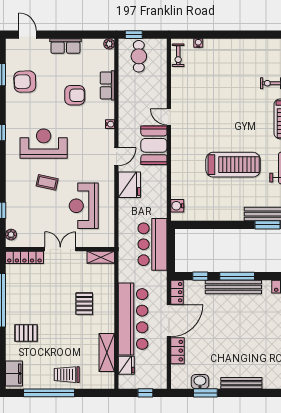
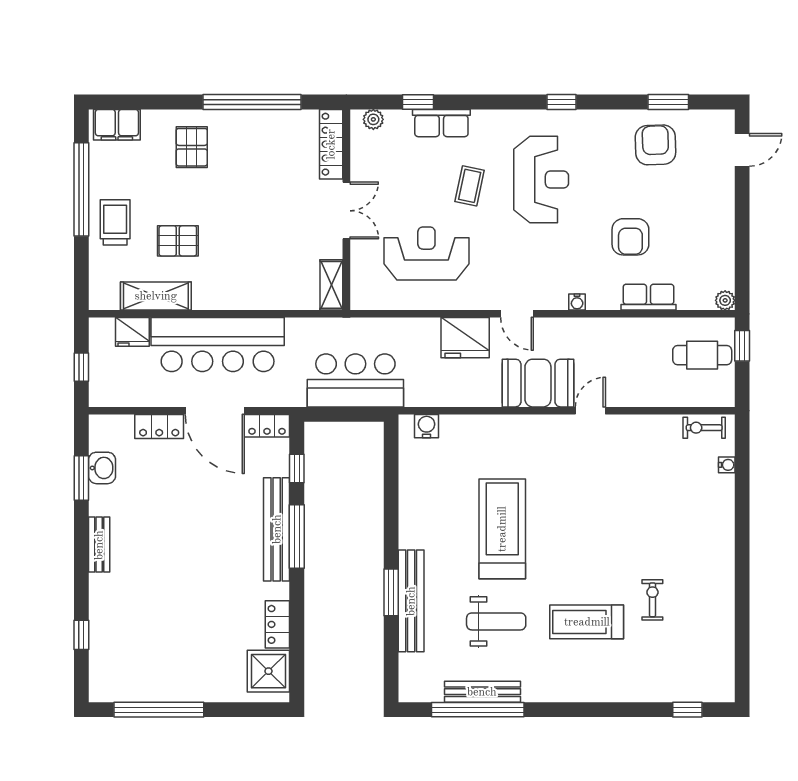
row of seats: (65, 46) -> (441, 123), moved, turned -90
treadmill: (233, 165) -> (502, 529), turned 180
pallet: (84, 304) -> (178, 241), moved
bench: (241, 383) -> (99, 545), width x0.73

